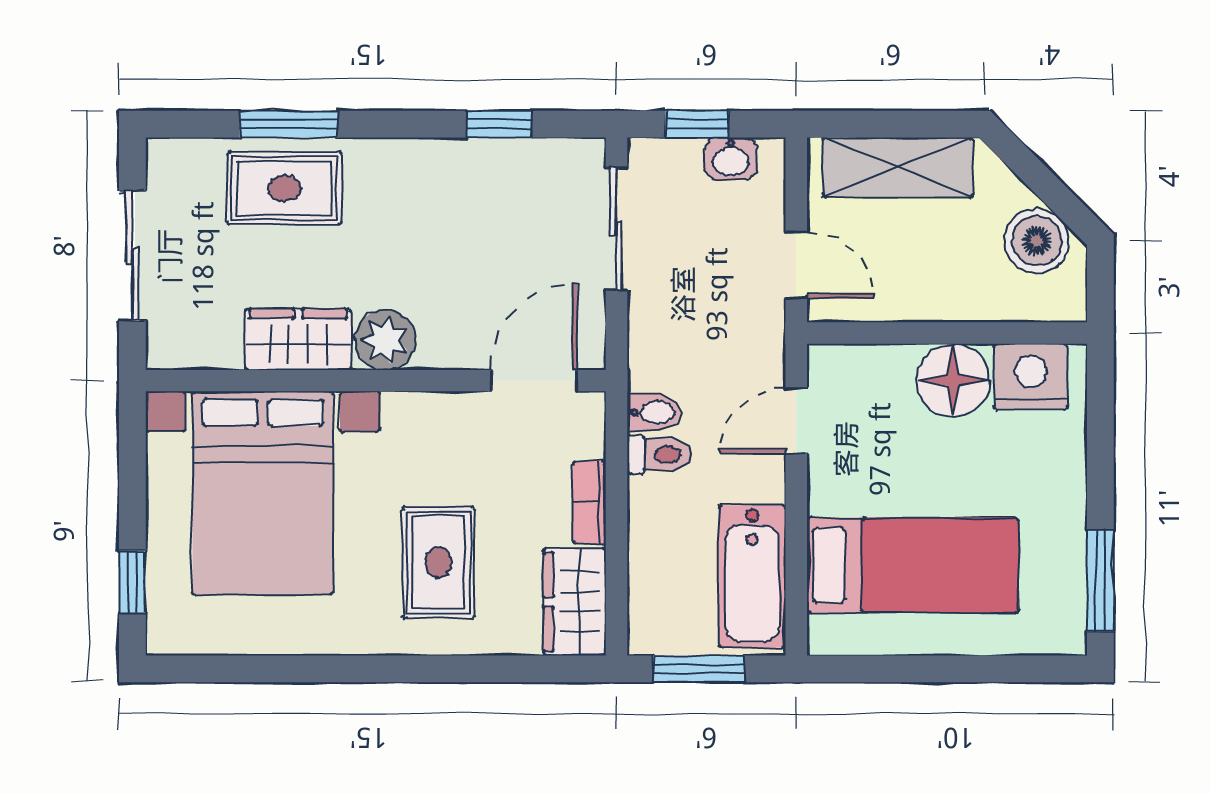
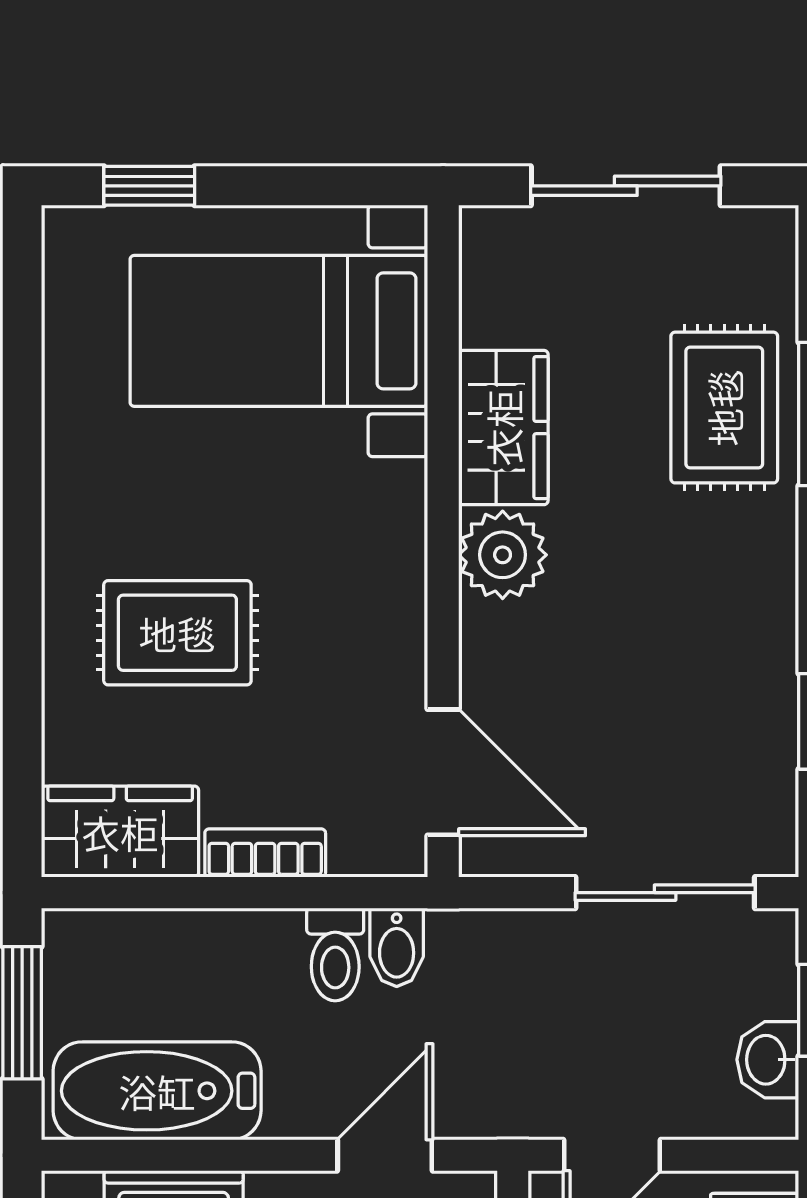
door: (796, 420) -> (385, 1155), hinge flipped
bed with nightstands: (263, 493) -> (279, 331), width x0.73

